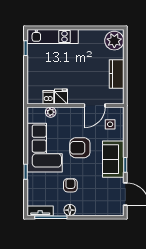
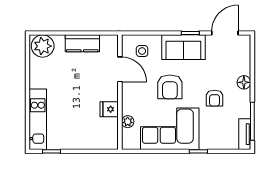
dishwasher: (48, 97) -> (110, 124), removed
armchair: (70, 185) -> (215, 98), turned -90
floor lamp: (70, 210) -> (244, 82), moved

